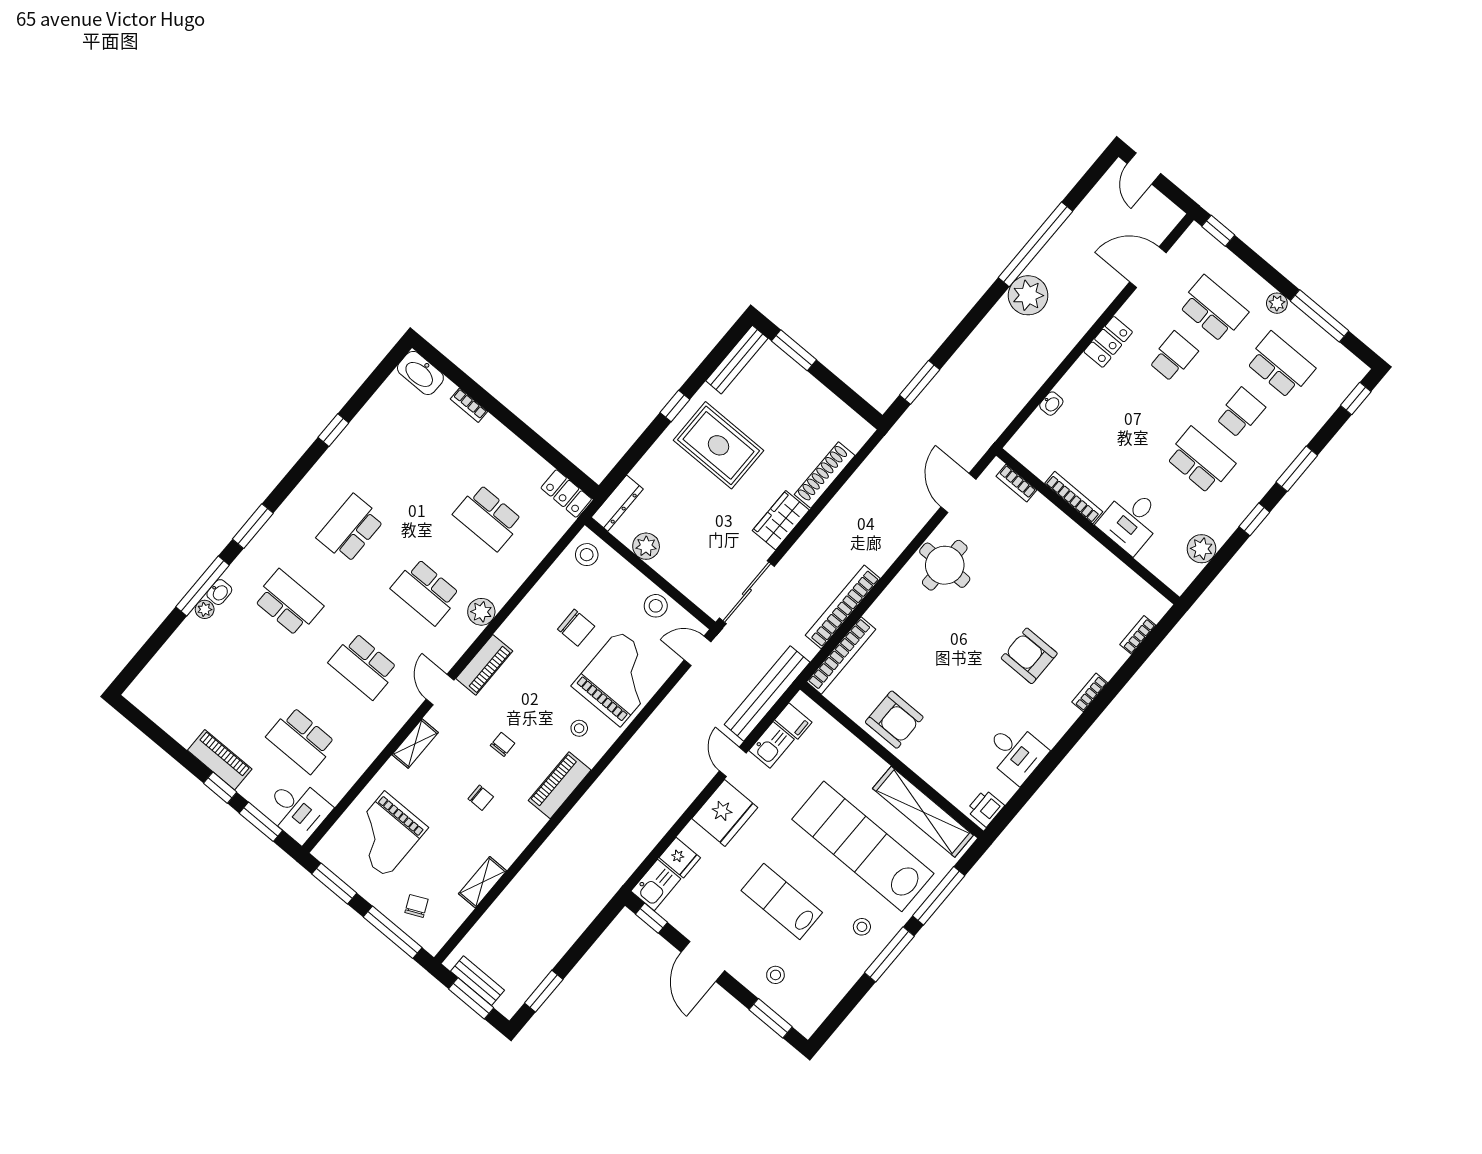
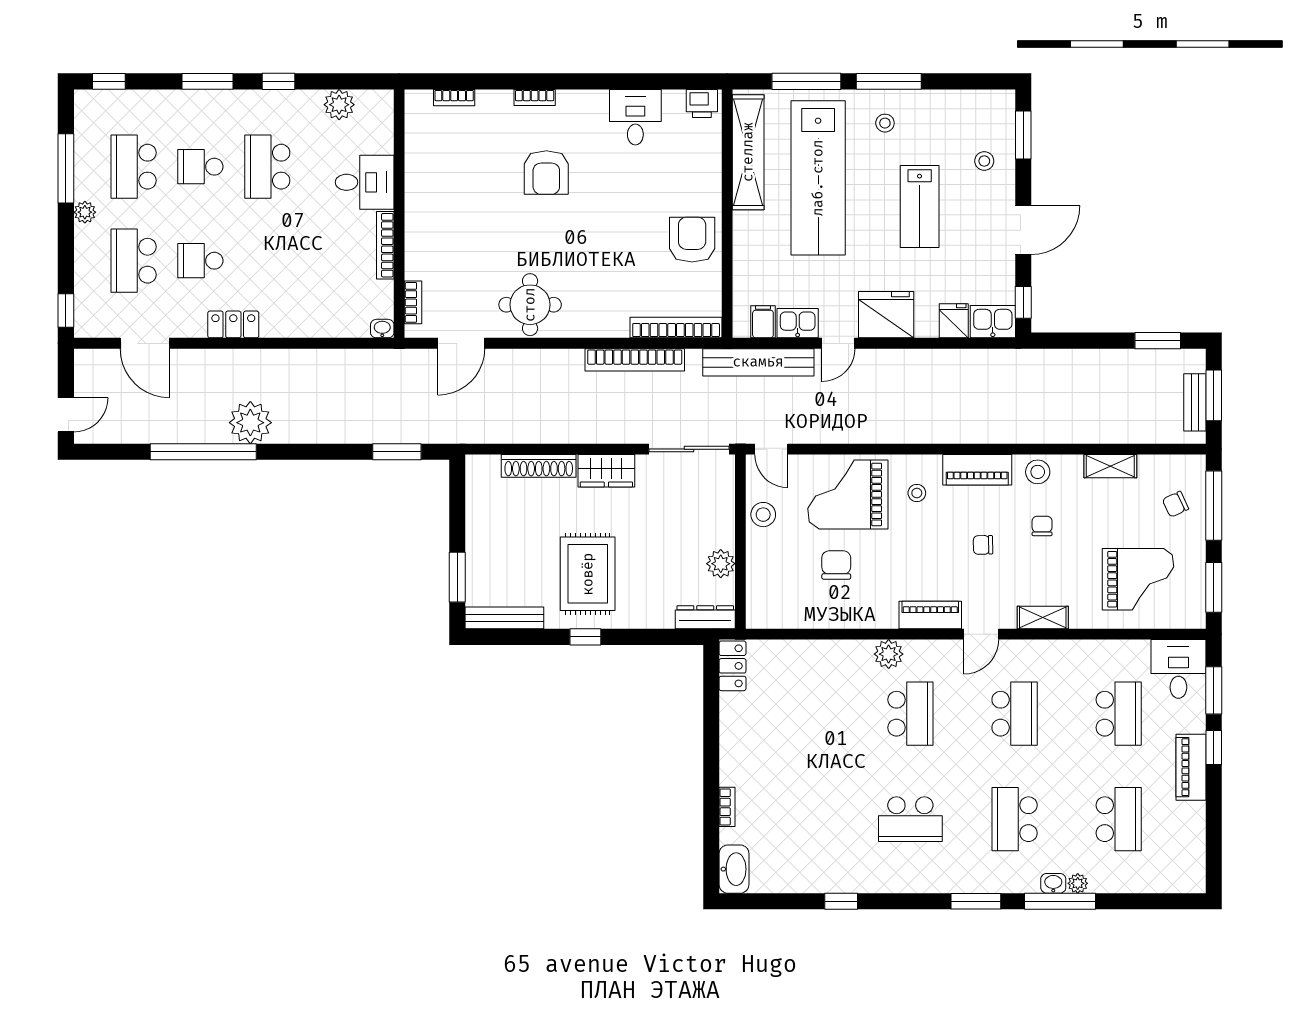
washbasin: (1051, 404) -> (382, 329), moved
school desk: (488, 517) -> (1119, 819), moved
stool: (587, 555) -> (1038, 472), moved

